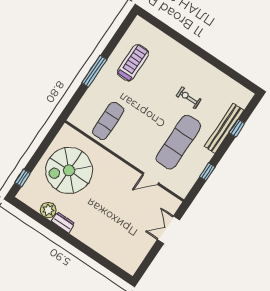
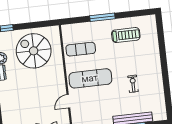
exercise mat: (178, 142) -> (90, 78), moved
door: (151, 179) -> (68, 101), hinge flipped

